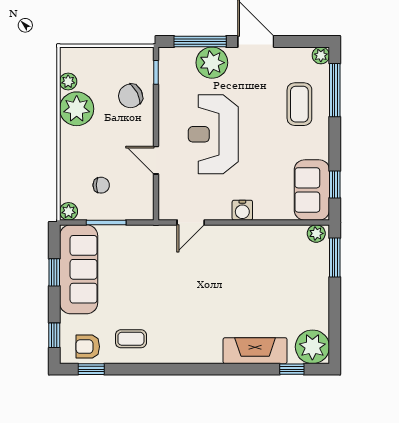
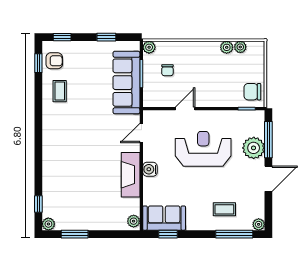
chair: (131, 96) -> (252, 92), moved, turned -63
coffee table: (299, 104) -> (224, 209), width x0.73, depth x0.77
plant: (77, 109) -> (227, 47), width x0.53, depth x0.53
door: (191, 222) -> (141, 133), hinge flipped
window: (335, 258) -> (75, 234), moved
sofa: (79, 269) -> (126, 83), moved, turned 90
armchair: (88, 347) -> (54, 61), turned 90
plant: (312, 347) -> (48, 224), width x0.53, depth x0.53
fireplace: (255, 351) -> (131, 175), moved, turned 180

